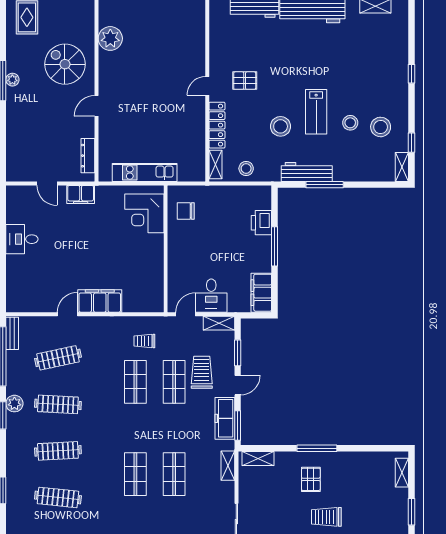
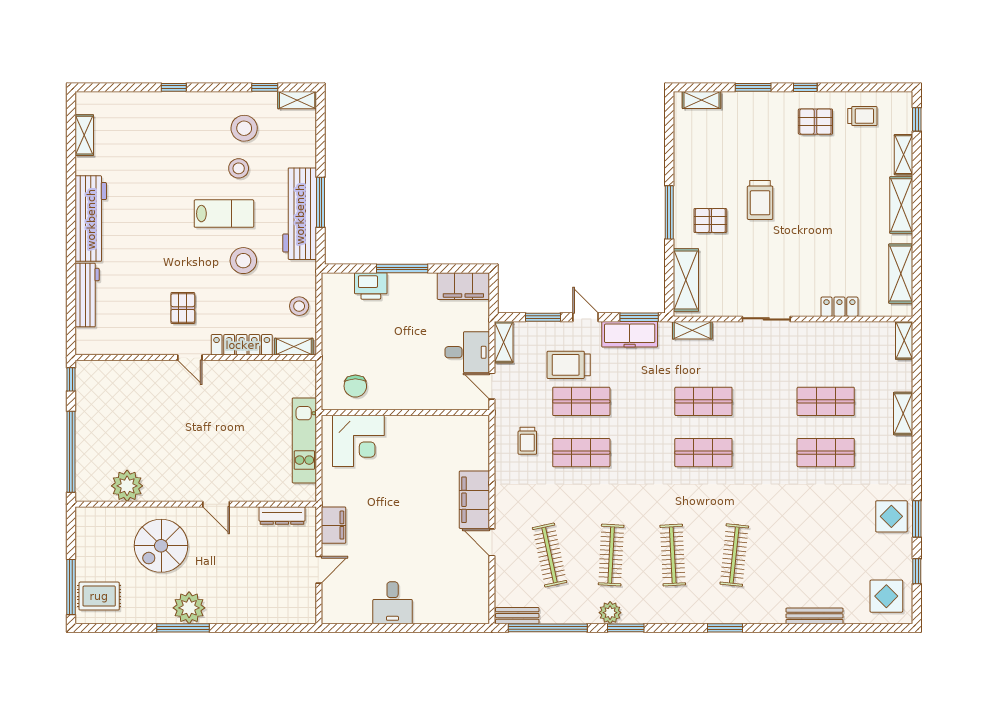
plant: (12, 80) -> (189, 608), width x1.87, depth x1.87
workbench: (307, 172) -> (300, 214), width x1.36, depth x1.32
shelving: (258, 459) -> (686, 280), width x1.50, depth x1.33

